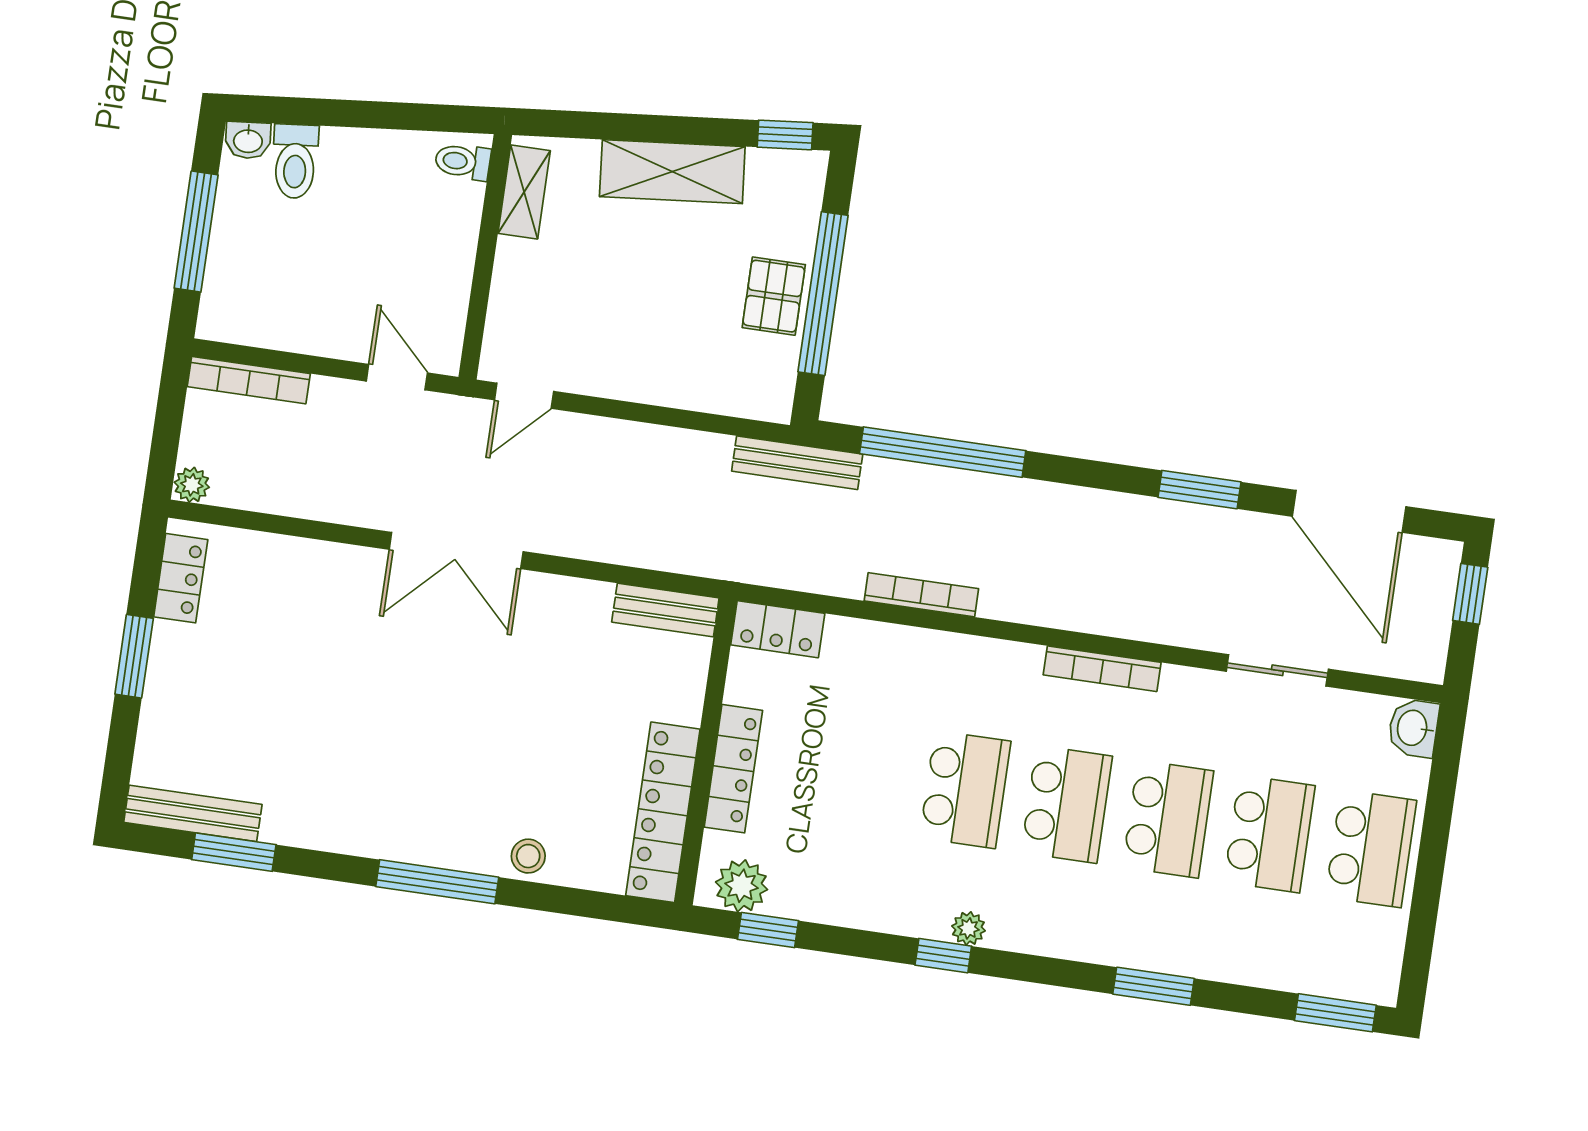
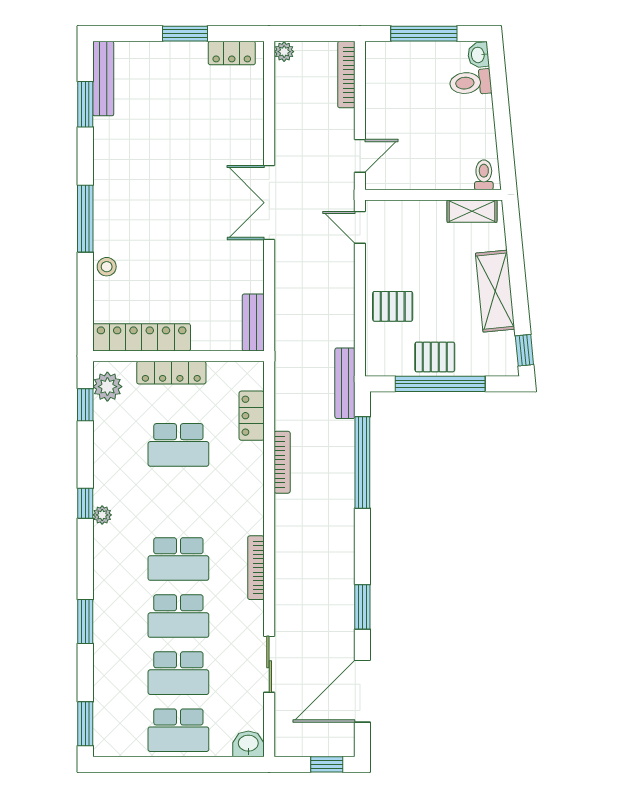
pallet: (673, 358) -> (393, 306), added
locker: (778, 629) -> (252, 416), moved
school desk: (965, 789) -> (178, 445), moved

